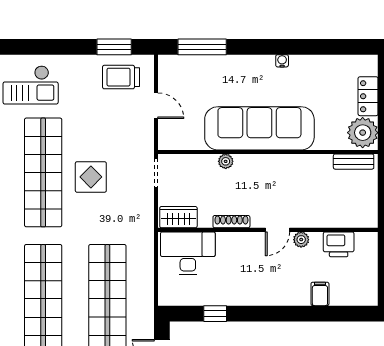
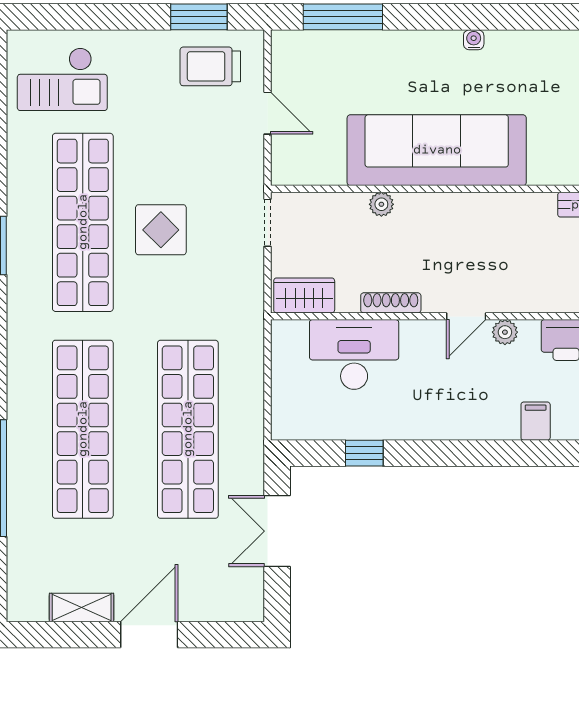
desk: (188, 253) -> (354, 354), moved

